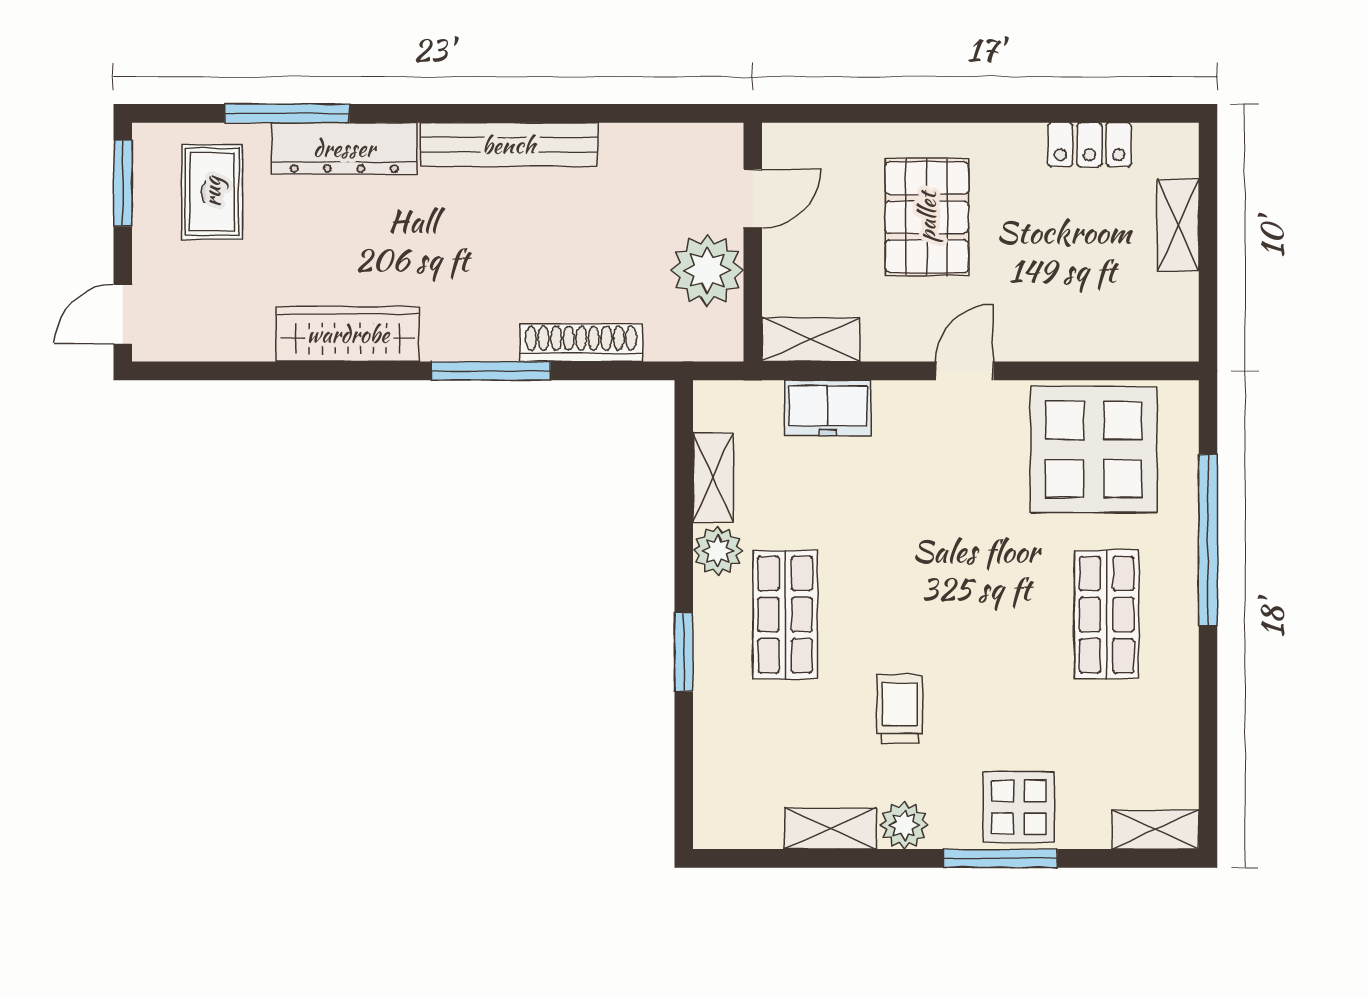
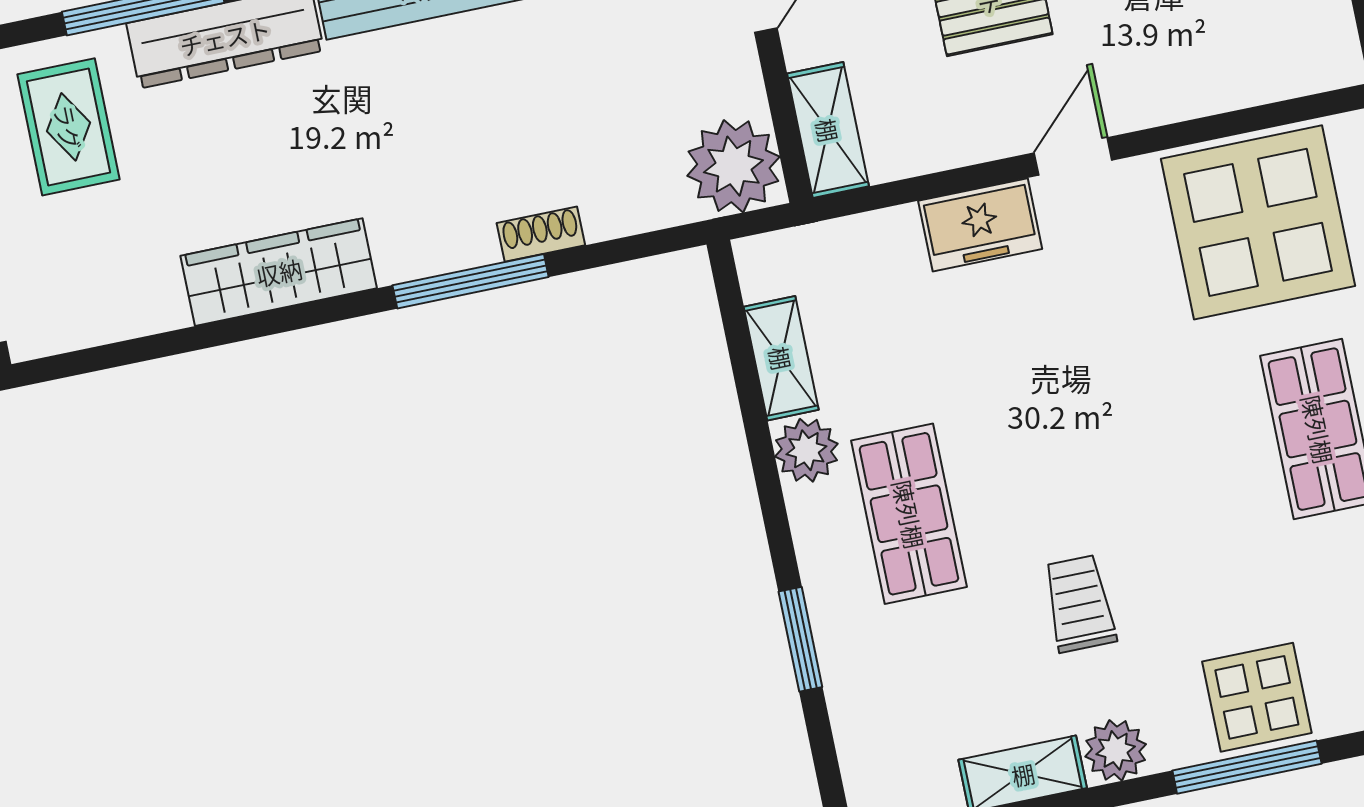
plant: (707, 270) -> (733, 166), moved
shelving: (811, 340) -> (828, 130), moved, turned 90
shoe rack: (581, 343) -> (541, 234), width x0.51, depth x0.81
freezer: (828, 408) -> (980, 225), moved
window: (684, 652) -> (800, 639), moved

